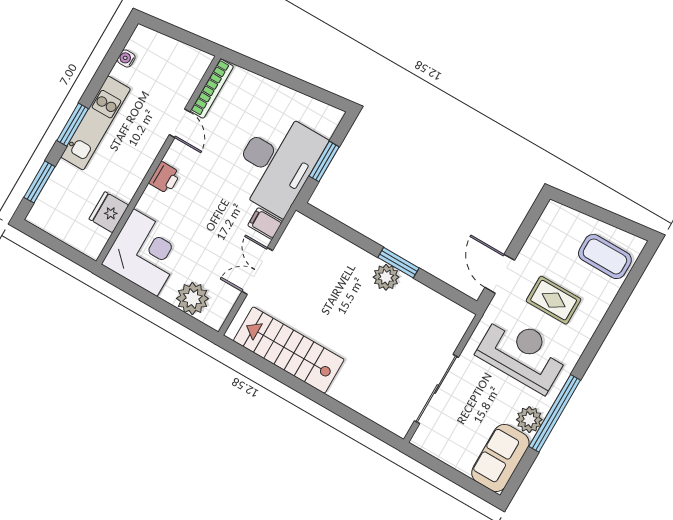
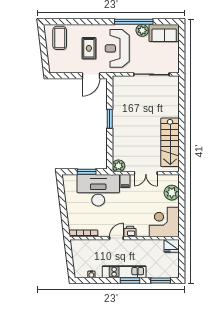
door: (180, 123) -> (116, 238), moved
fridge: (109, 212) -> (171, 246), moved
plant: (386, 277) -> (119, 166), moved

